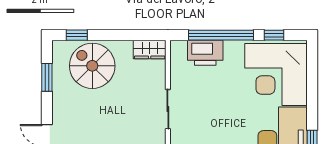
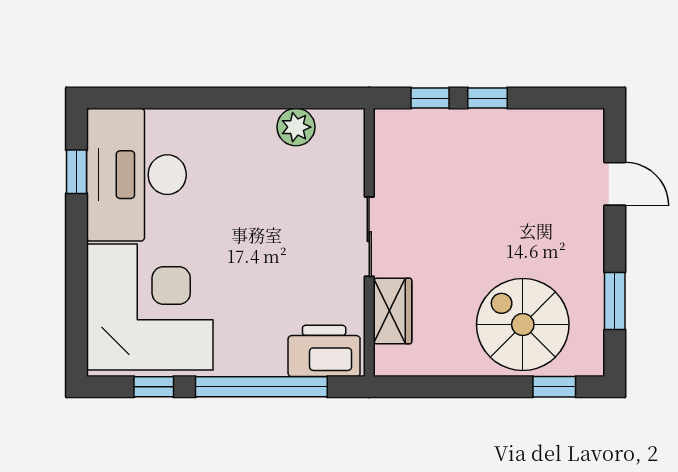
wardrobe: (150, 50) -> (392, 311), moved, turned 90
printer: (205, 53) -> (324, 351), moved
spiral stairs: (92, 66) -> (523, 325), turned 180

